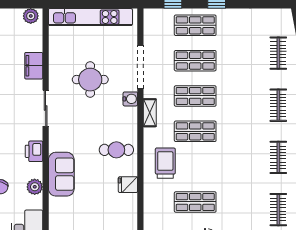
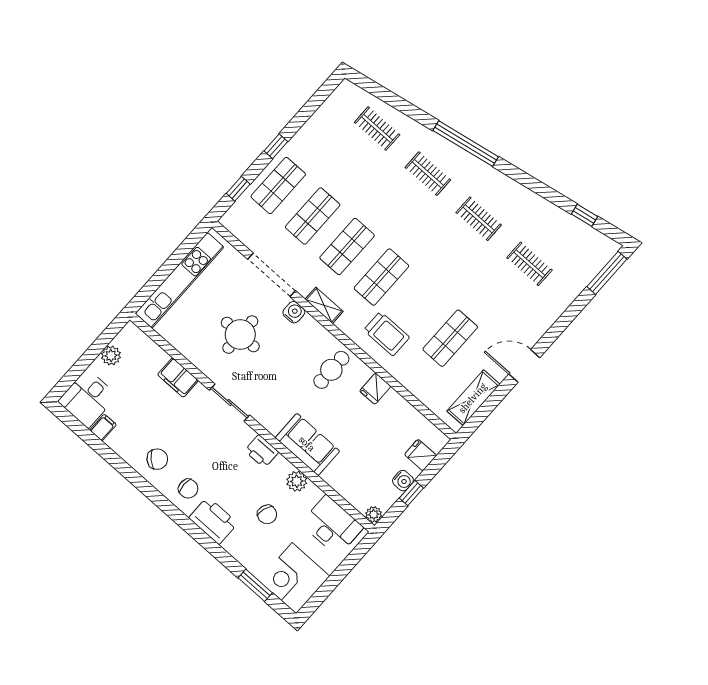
plant: (31, 16) -> (111, 356), moved
trolley: (165, 163) -> (387, 334), turned 180

